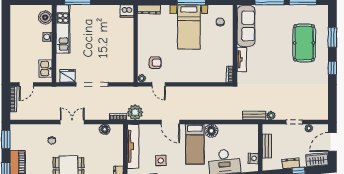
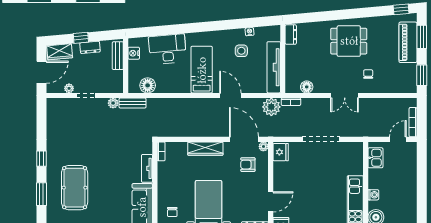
door: (136, 31) -> (271, 202), added
fridge: (68, 76) -> (281, 152), moved, turned -90
wardrobe: (192, 76) -> (205, 149), added
door: (159, 84) -> (244, 139), width x1.88
floor lamp: (211, 131) -> (148, 85), moved
bench: (267, 146) -> (118, 56), moved

